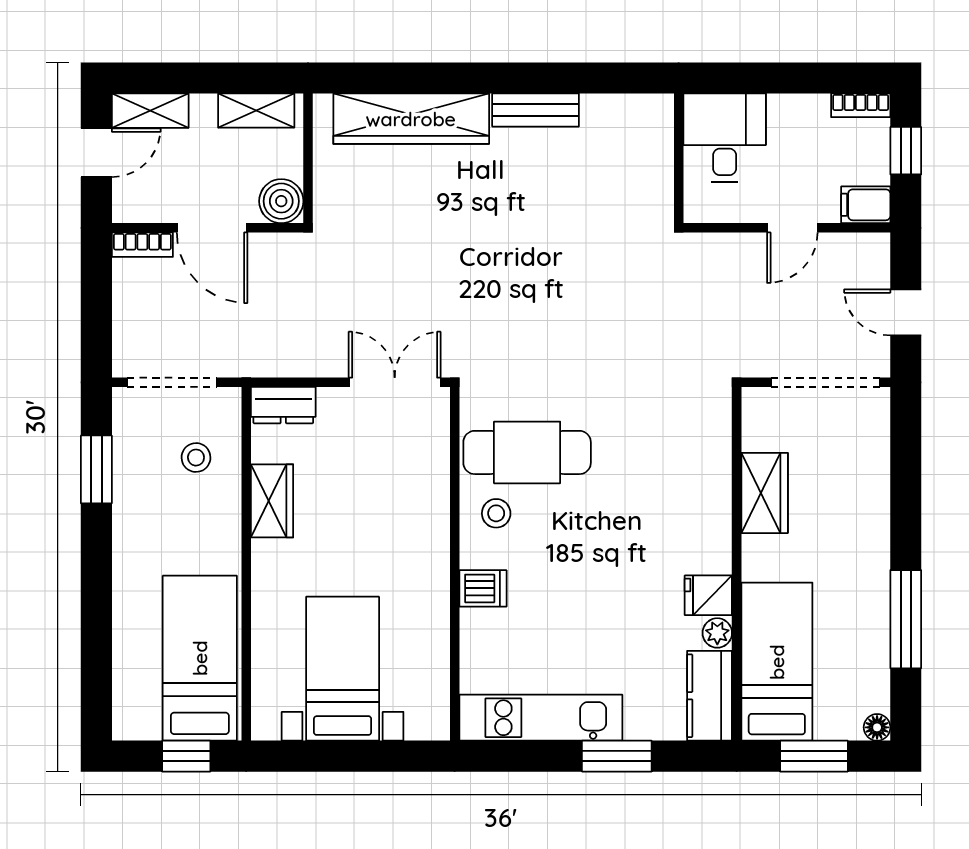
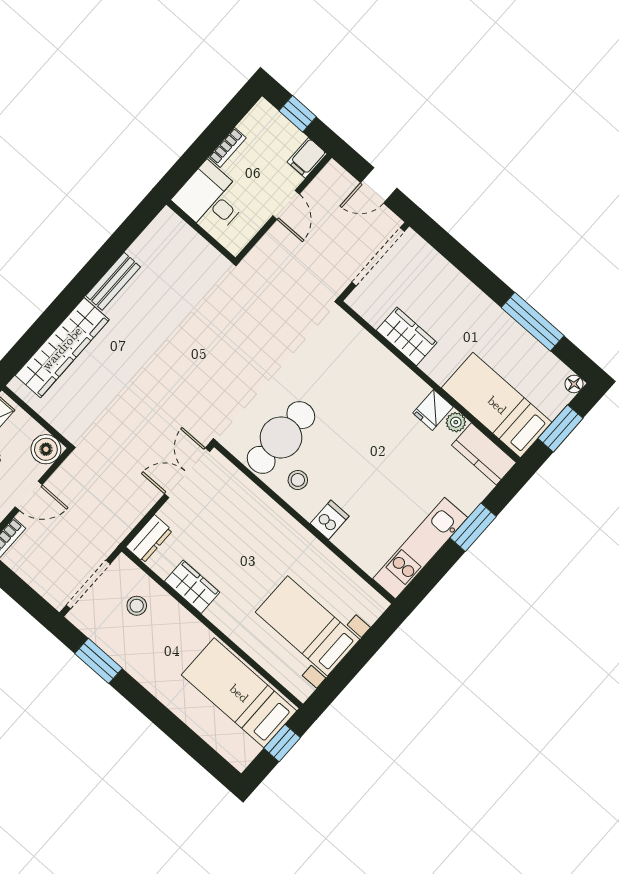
bookcase: (861, 105) -> (227, 147), moved
door: (212, 228) -> (29, 496), width x0.73

